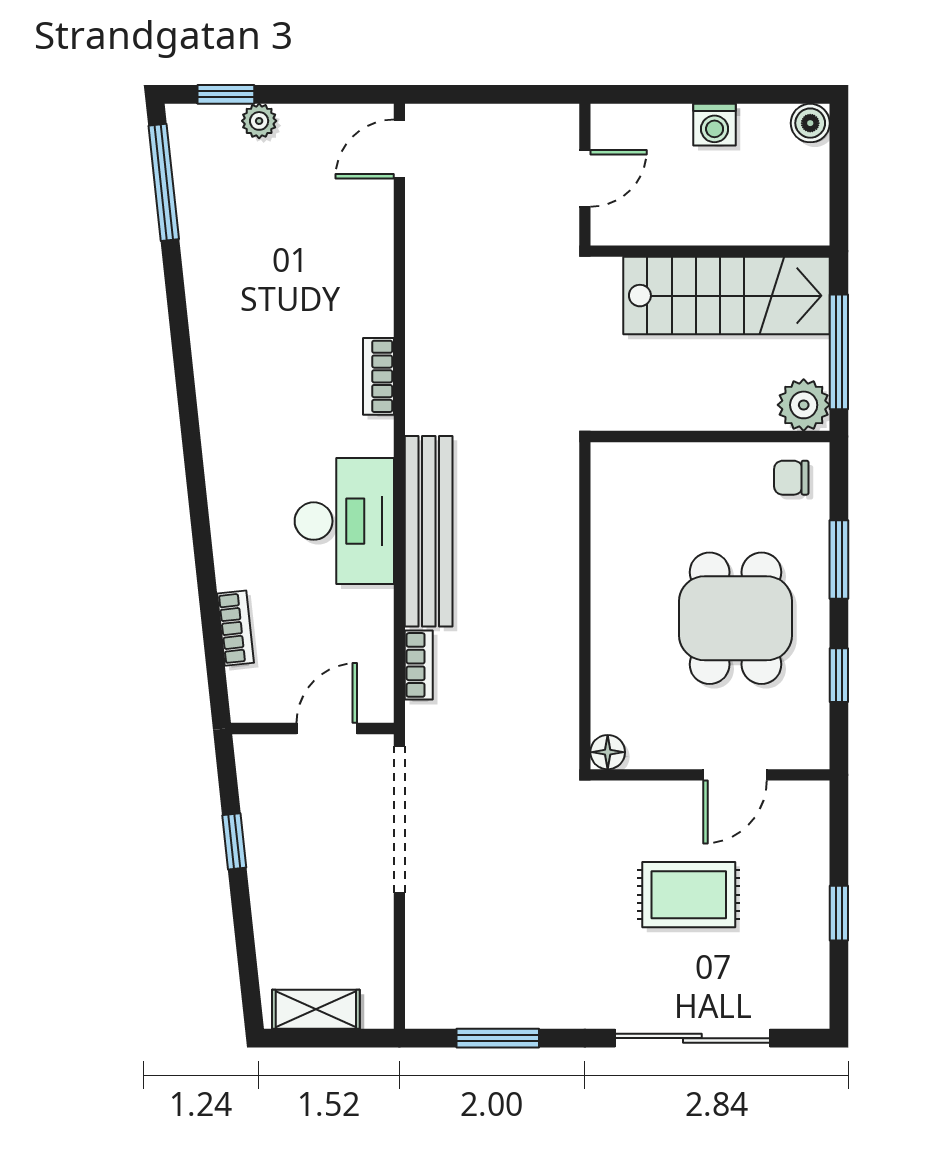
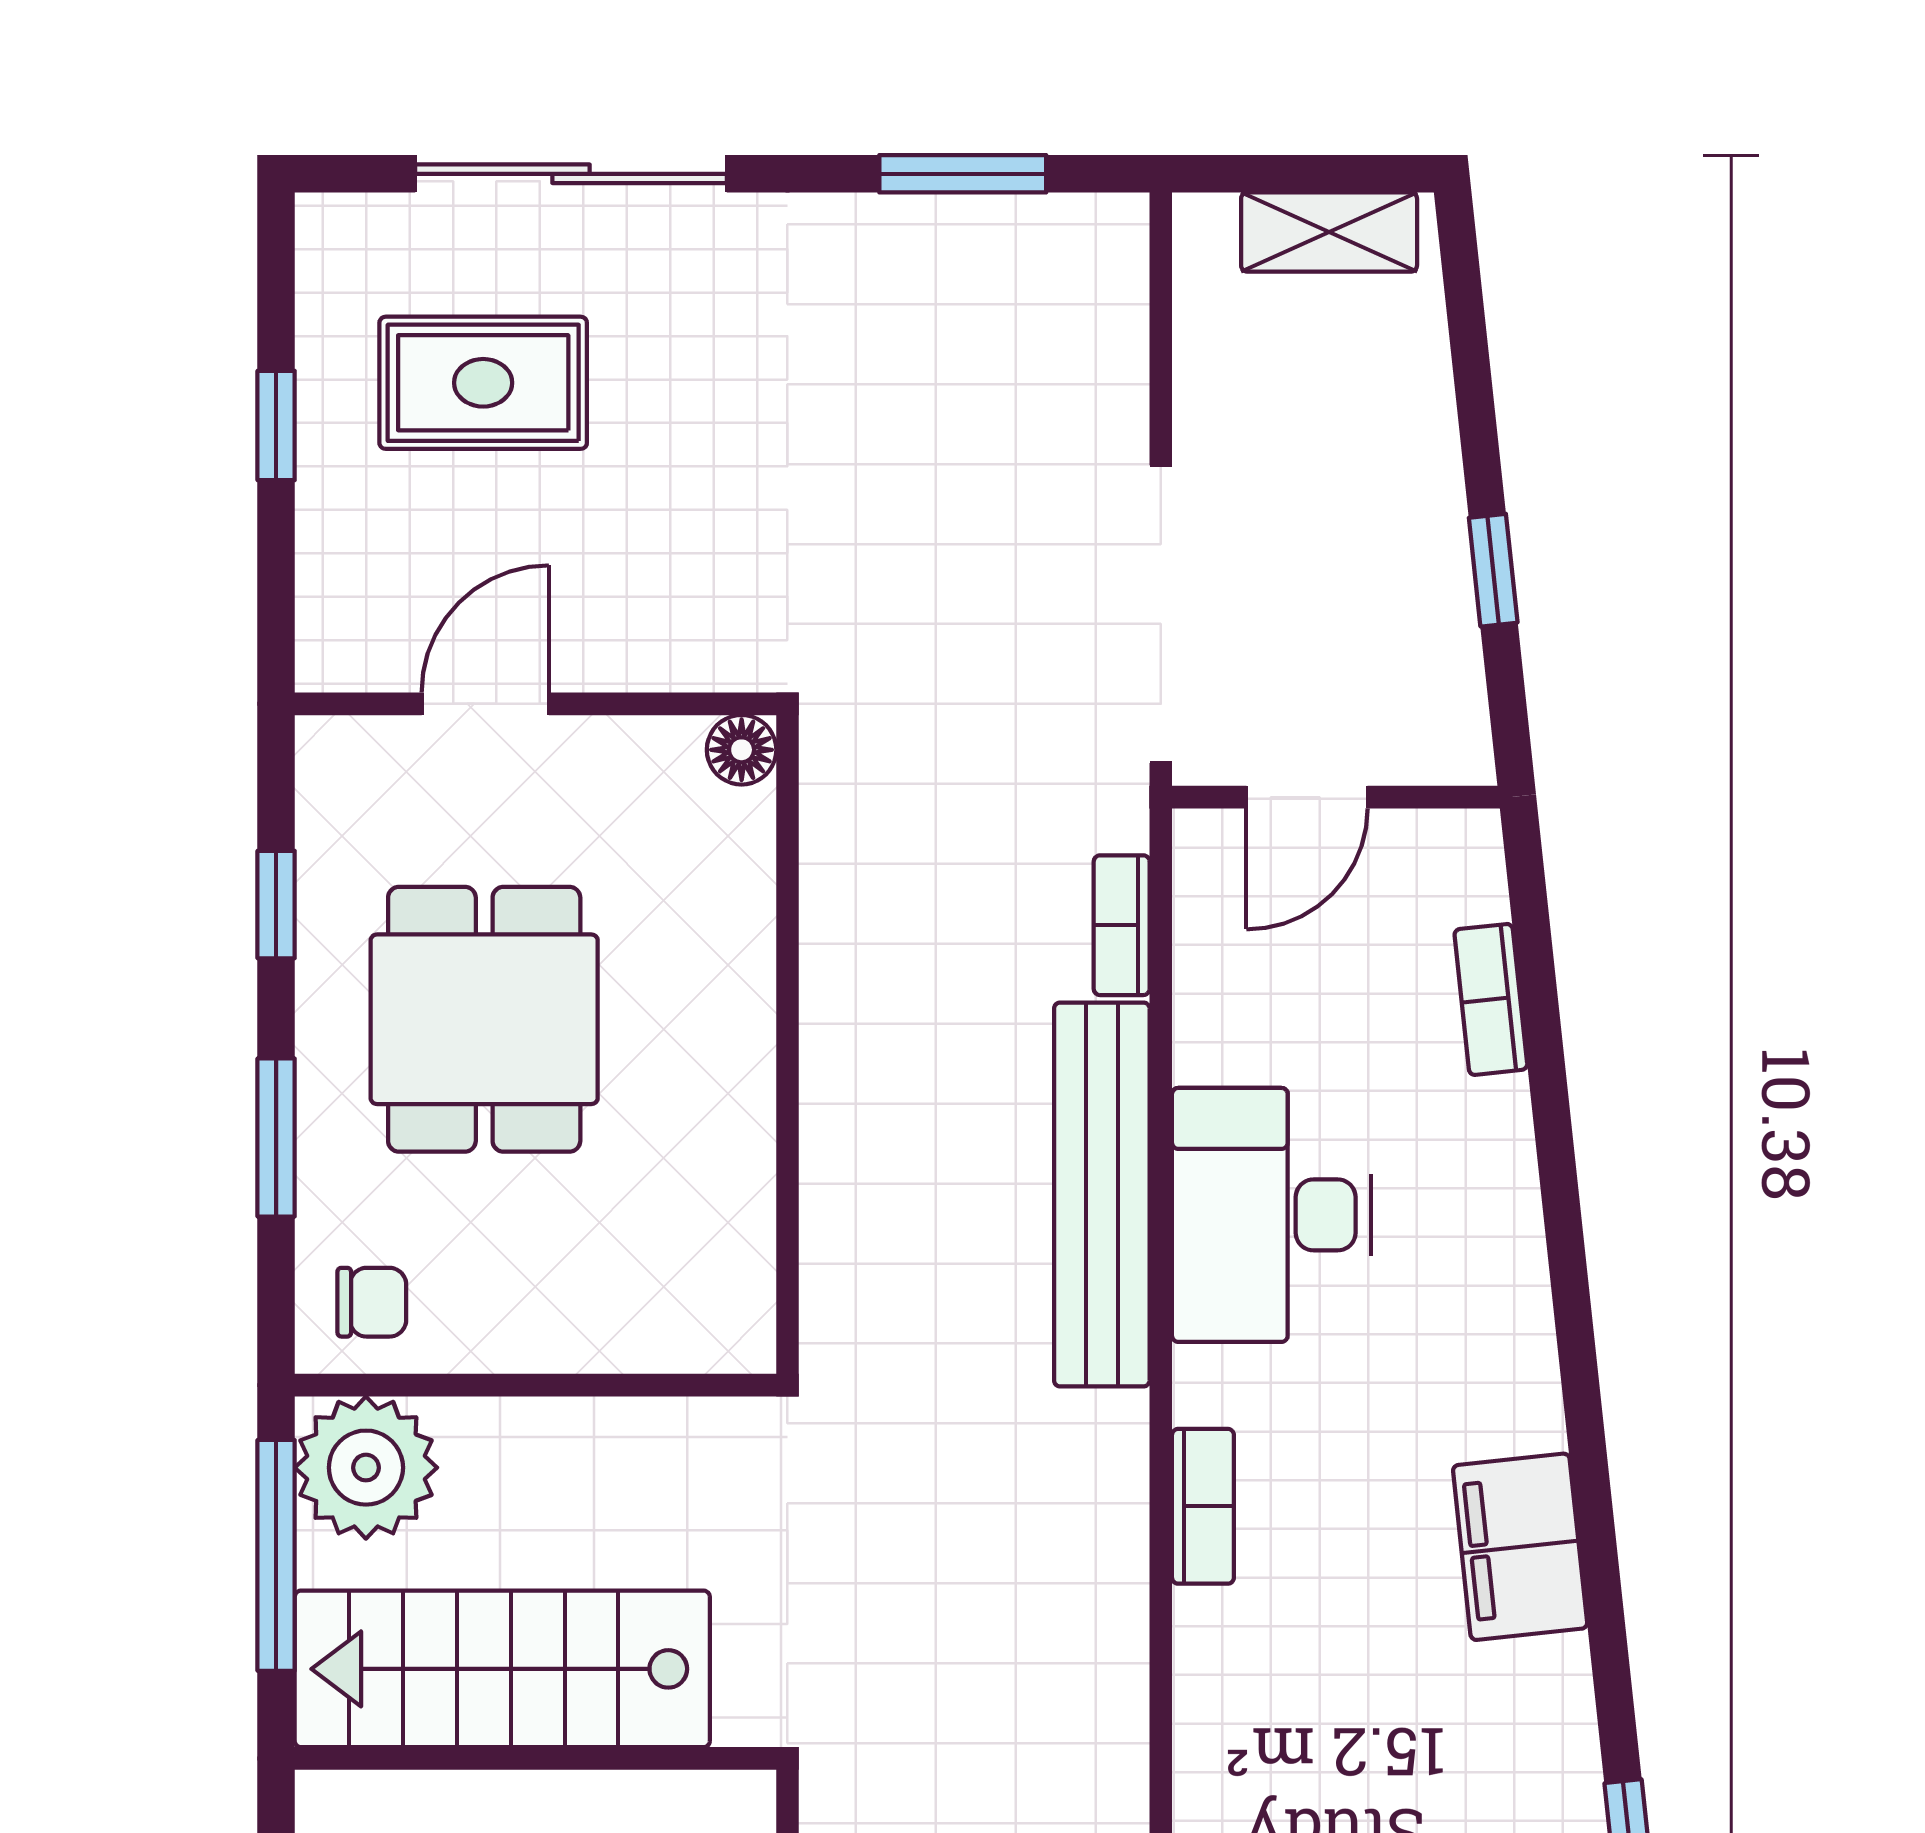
filing cabinet: (221, 356) -> (1520, 1547), added
plant: (804, 405) -> (366, 1468), width x1.36, depth x1.36
rug: (689, 895) -> (483, 383), moved

